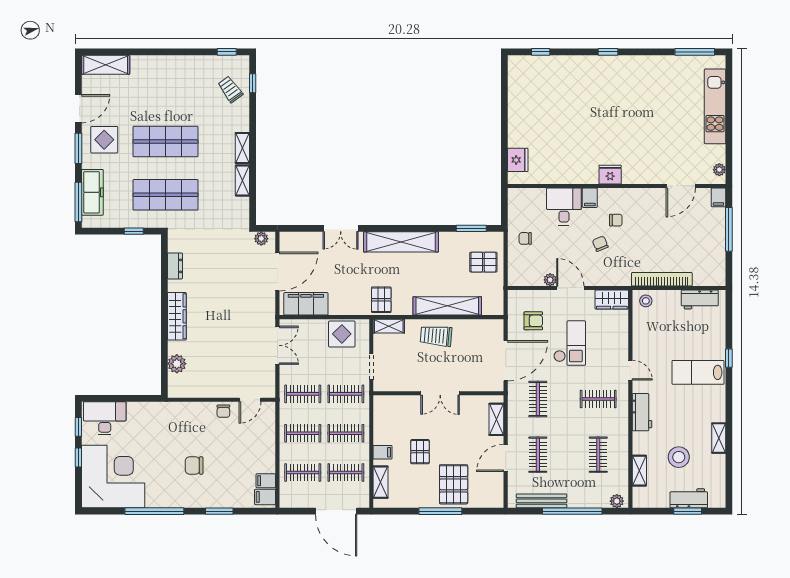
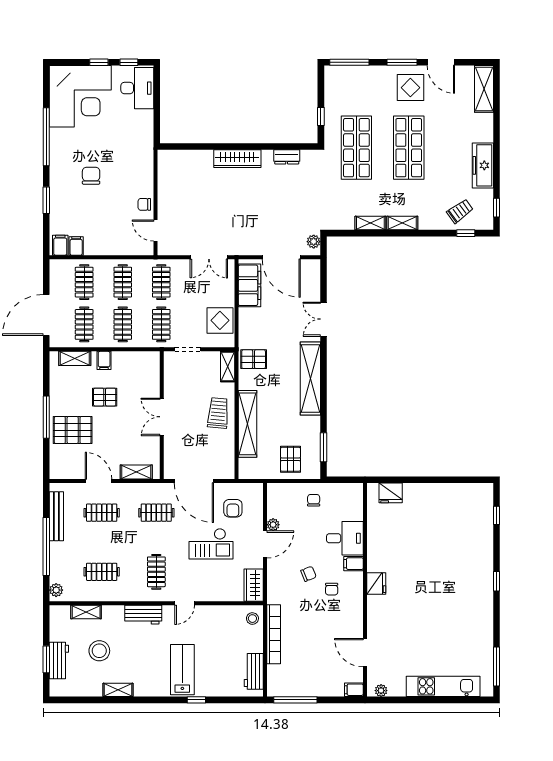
freezer: (92, 192) -> (483, 165), moved, turned 90
window: (729, 229) -> (295, 700), moved
plant: (177, 364) -> (191, 159), removed

